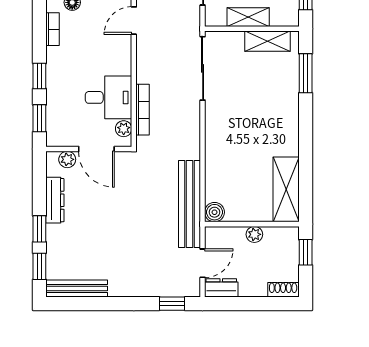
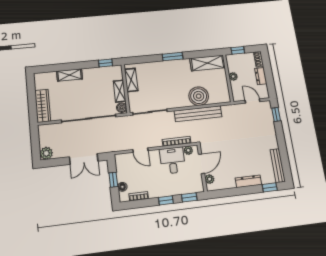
boiler: (216, 17) -> (122, 108), added
door: (134, 21) -> (140, 150), moved
window: (306, 73) -> (173, 57), moved
dresser: (55, 200) -> (248, 181), moved
bench: (190, 204) -> (198, 114), moved
boiler: (214, 212) -> (199, 96), moved, width x1.86, depth x1.86
window: (39, 229) -> (250, 190), removed
dresser: (221, 288) -> (261, 76), moved

